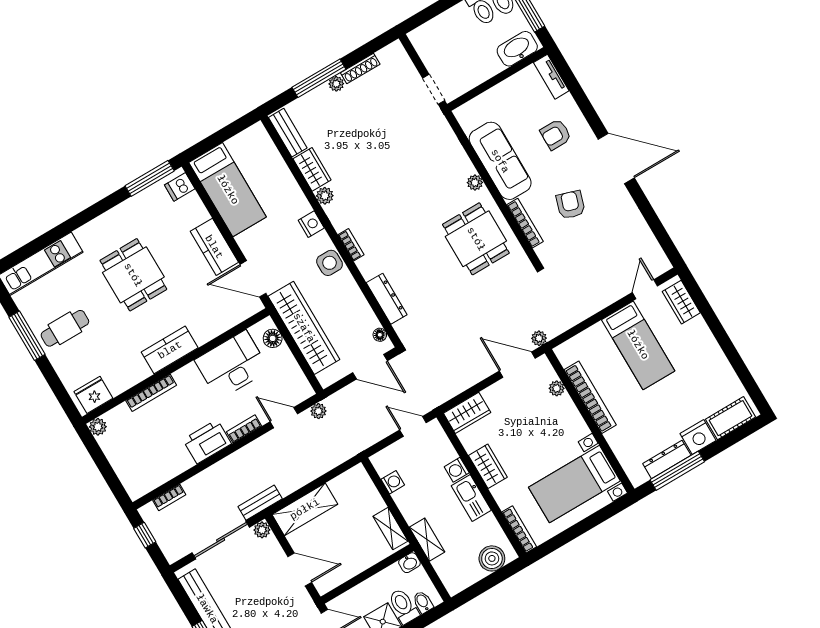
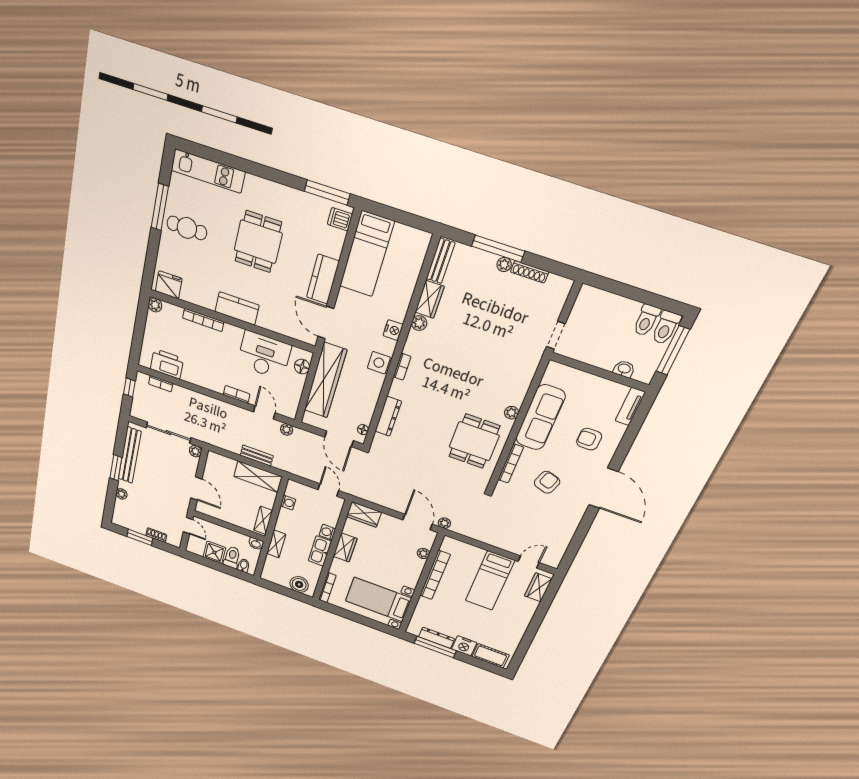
washbasin: (517, 49) -> (624, 369), width x0.52, depth x0.69
printer: (207, 442) -> (167, 364), moved
bench: (260, 503) -> (257, 456), moved
shelving: (305, 509) -> (258, 477), moved

